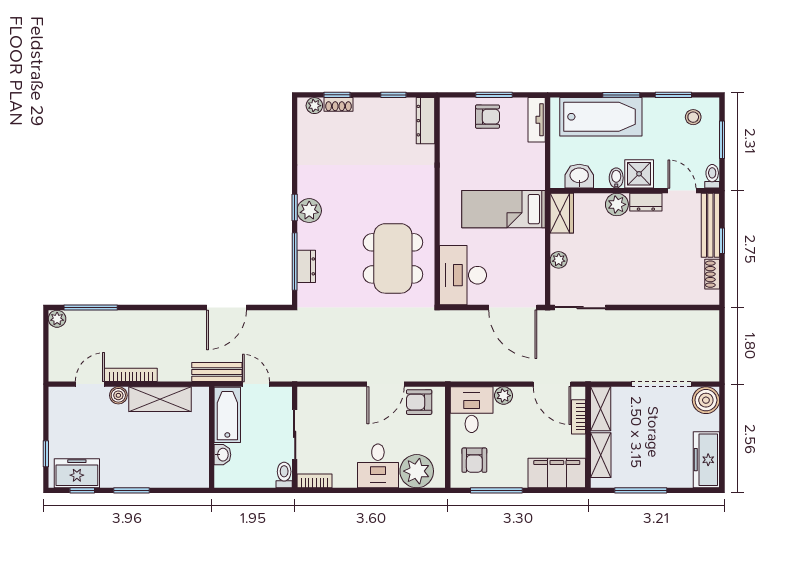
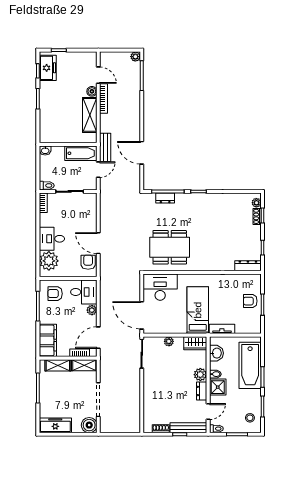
armchair: (488, 117) -> (250, 301), turned 90
tv unit: (537, 120) -> (222, 329), moved
plant: (309, 211) -> (197, 200), removed
door: (513, 308) -> (142, 315), hinge flipped
washbasin: (222, 455) -> (45, 150), moved

